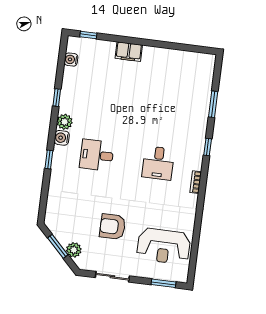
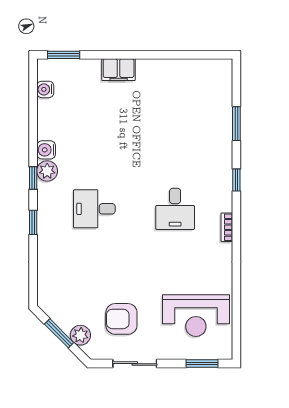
window: (88, 35) -> (64, 55), width x1.50
window: (57, 98) -> (33, 178), moved
water cooler: (62, 138) -> (46, 150), moved
armchair: (113, 227) -> (121, 319), moved

